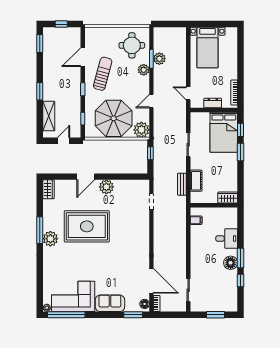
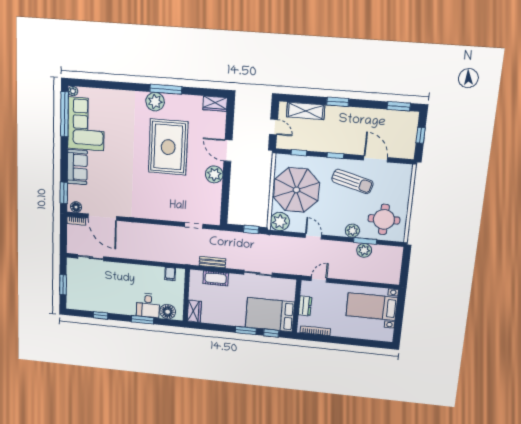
window: (240, 258) -> (142, 320), moved
floor lamp: (231, 263) -> (168, 312), moved
door: (151, 281) -> (102, 217), hinge flipped

